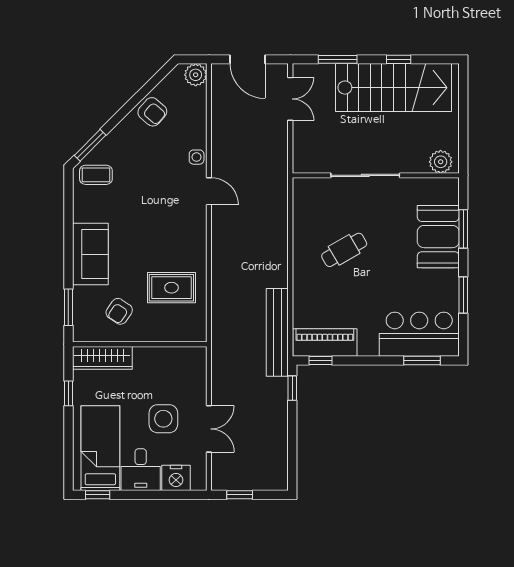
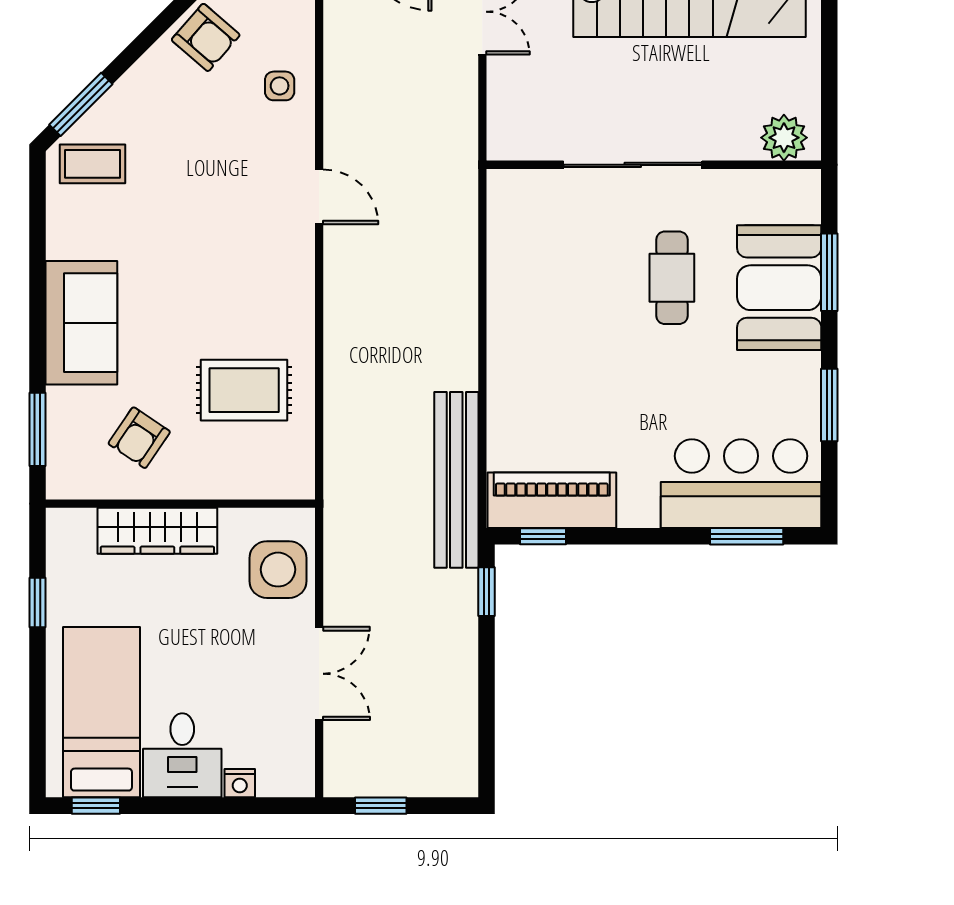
side table: (197, 157) -> (280, 86), moved
cafe table: (344, 250) -> (672, 278), moved, turned -60
wardrobe: (102, 358) -> (157, 531), moved
side table: (163, 419) -> (278, 570), moved
nightstand: (176, 478) -> (240, 783), width x0.53, depth x0.56

